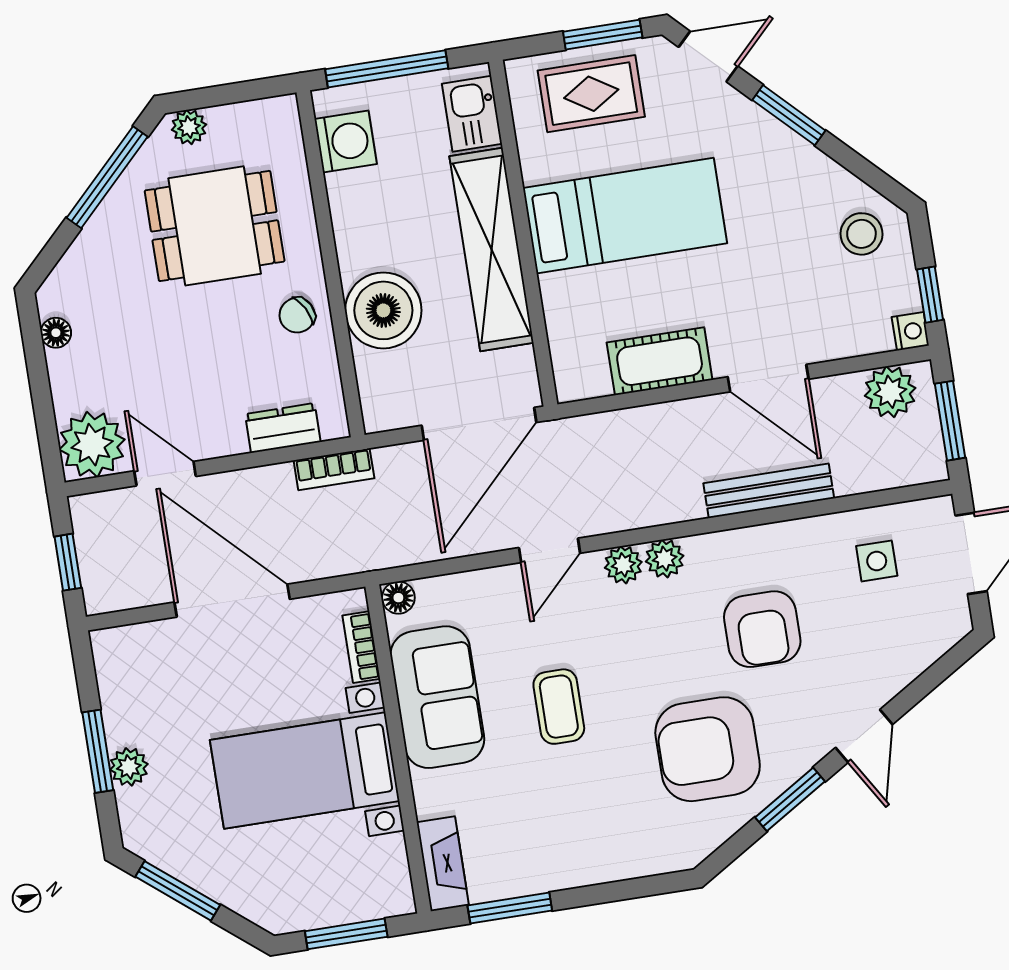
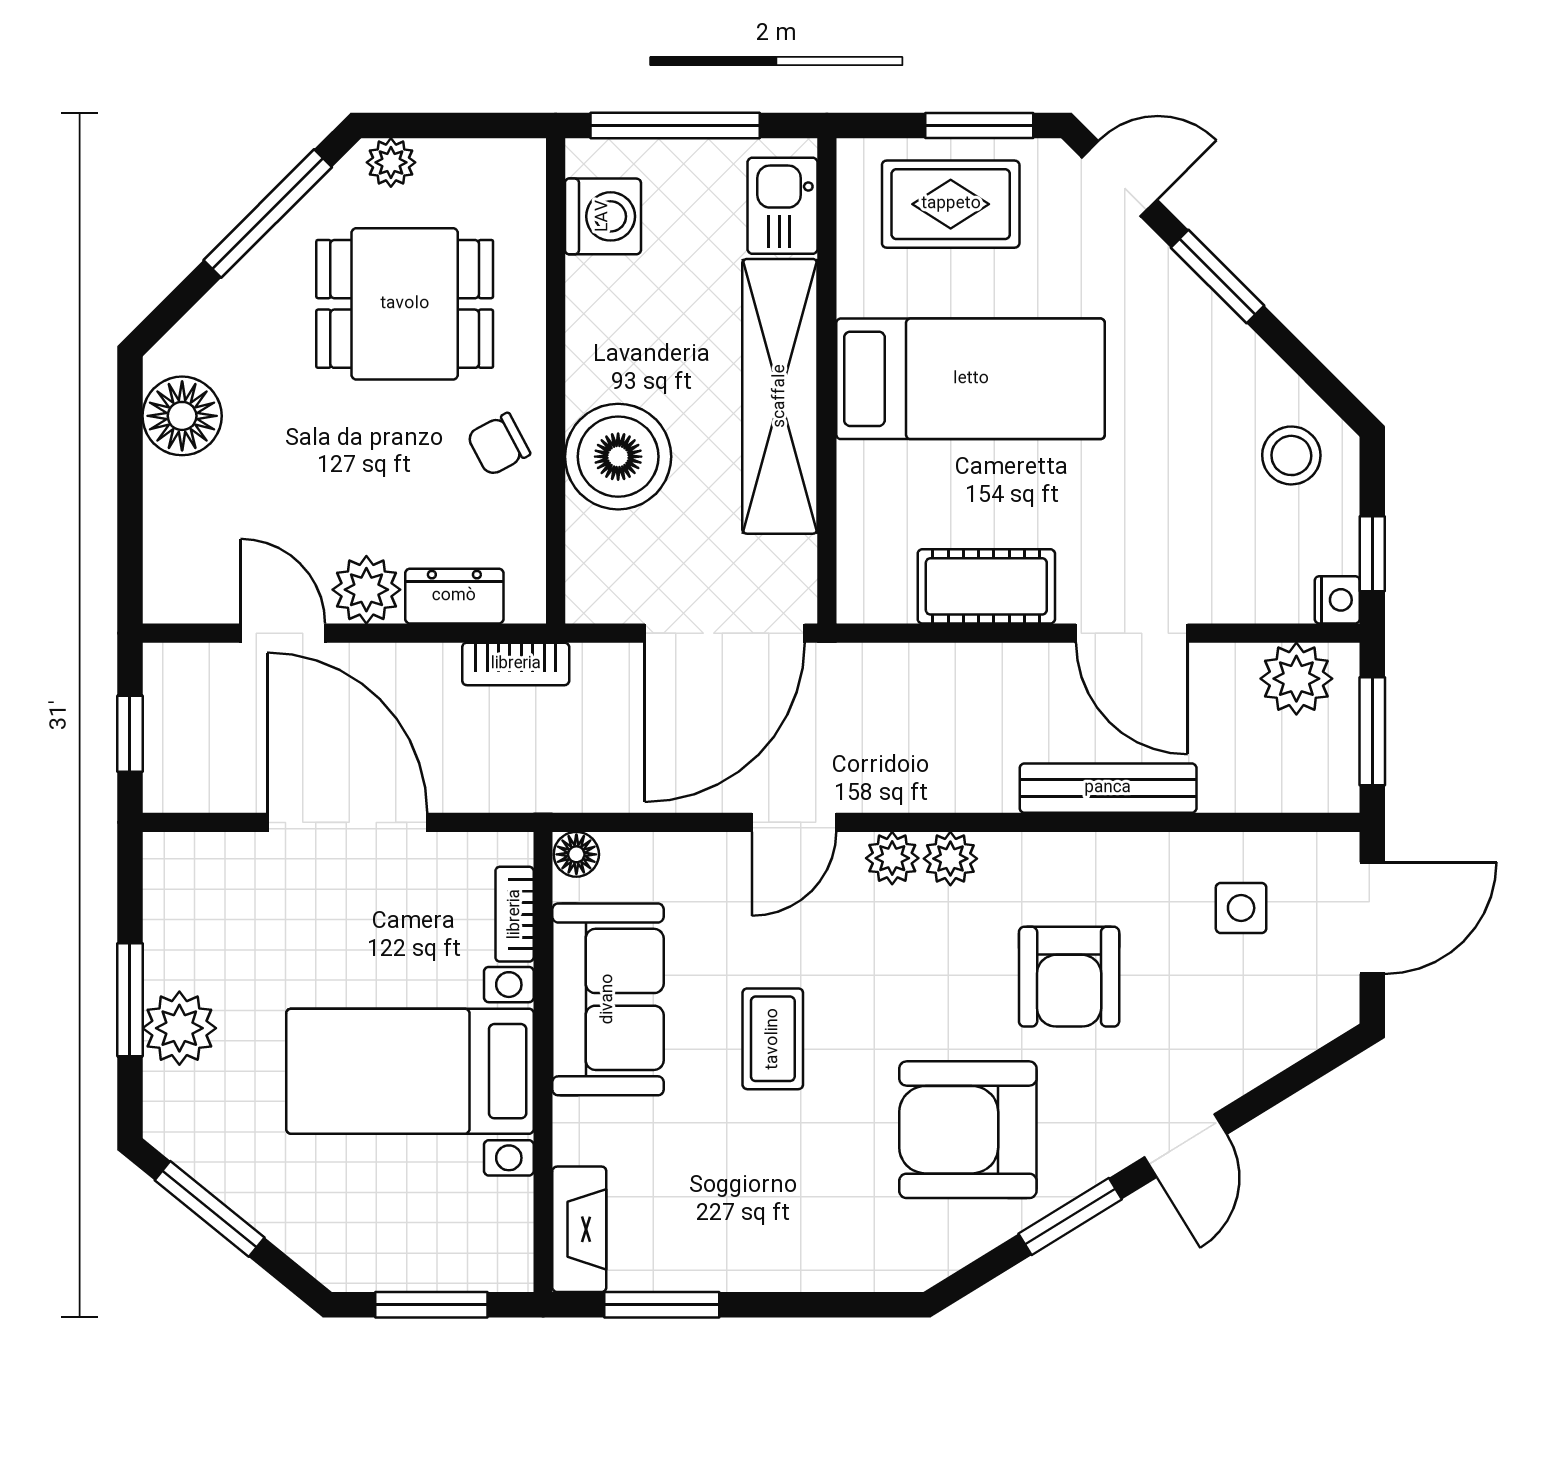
floor lamp: (56, 333) -> (182, 416), width x1.89, depth x1.89
plant: (92, 445) -> (366, 590), moved, width x0.73, depth x0.73
plant: (129, 767) -> (179, 1028), width x1.38, depth x1.38

